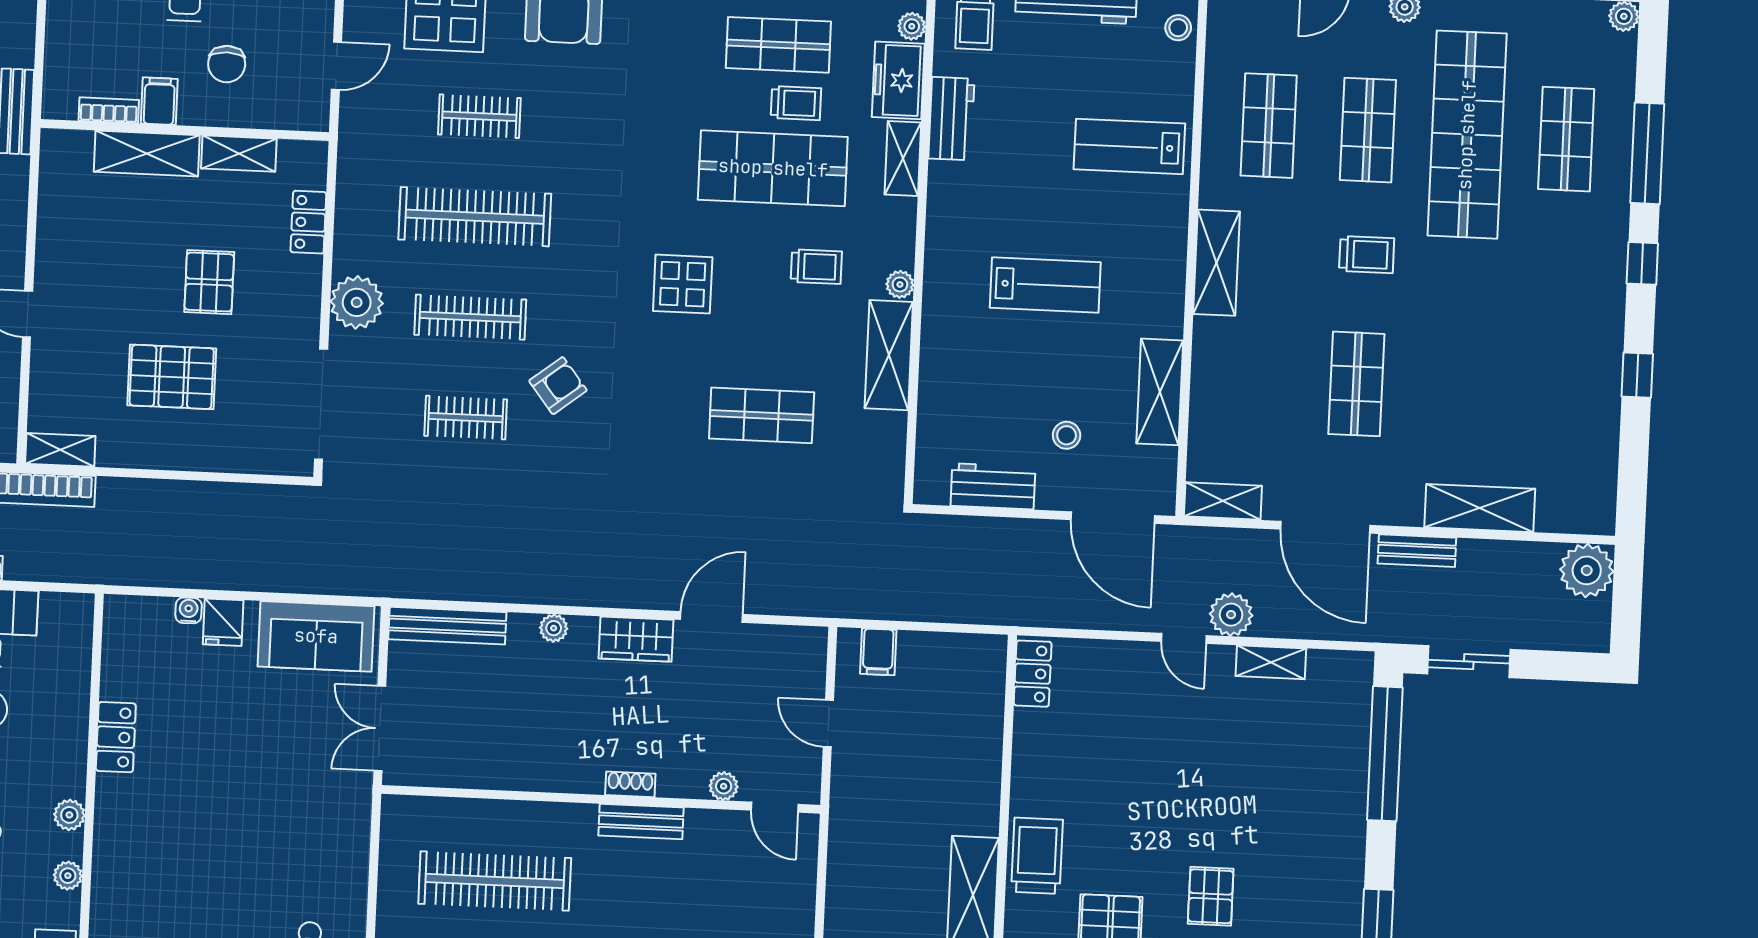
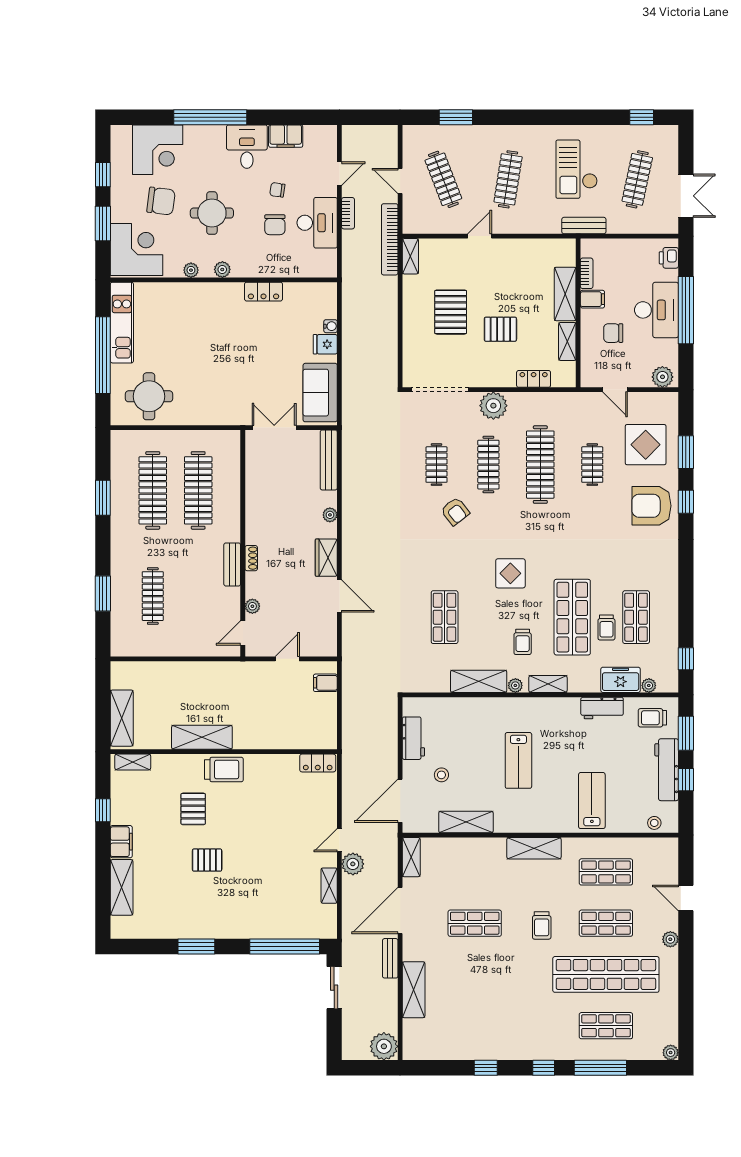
shelving: (903, 158) -> (548, 684), moved

